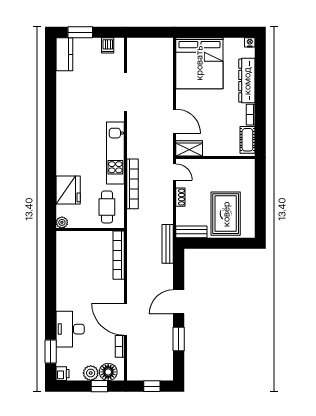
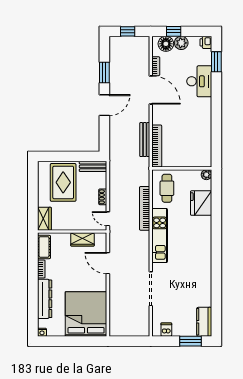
wardrobe: (189, 148) -> (82, 239), moved
wardrobe: (247, 172) -> (44, 219), added
bench: (168, 244) -> (145, 140), moved

